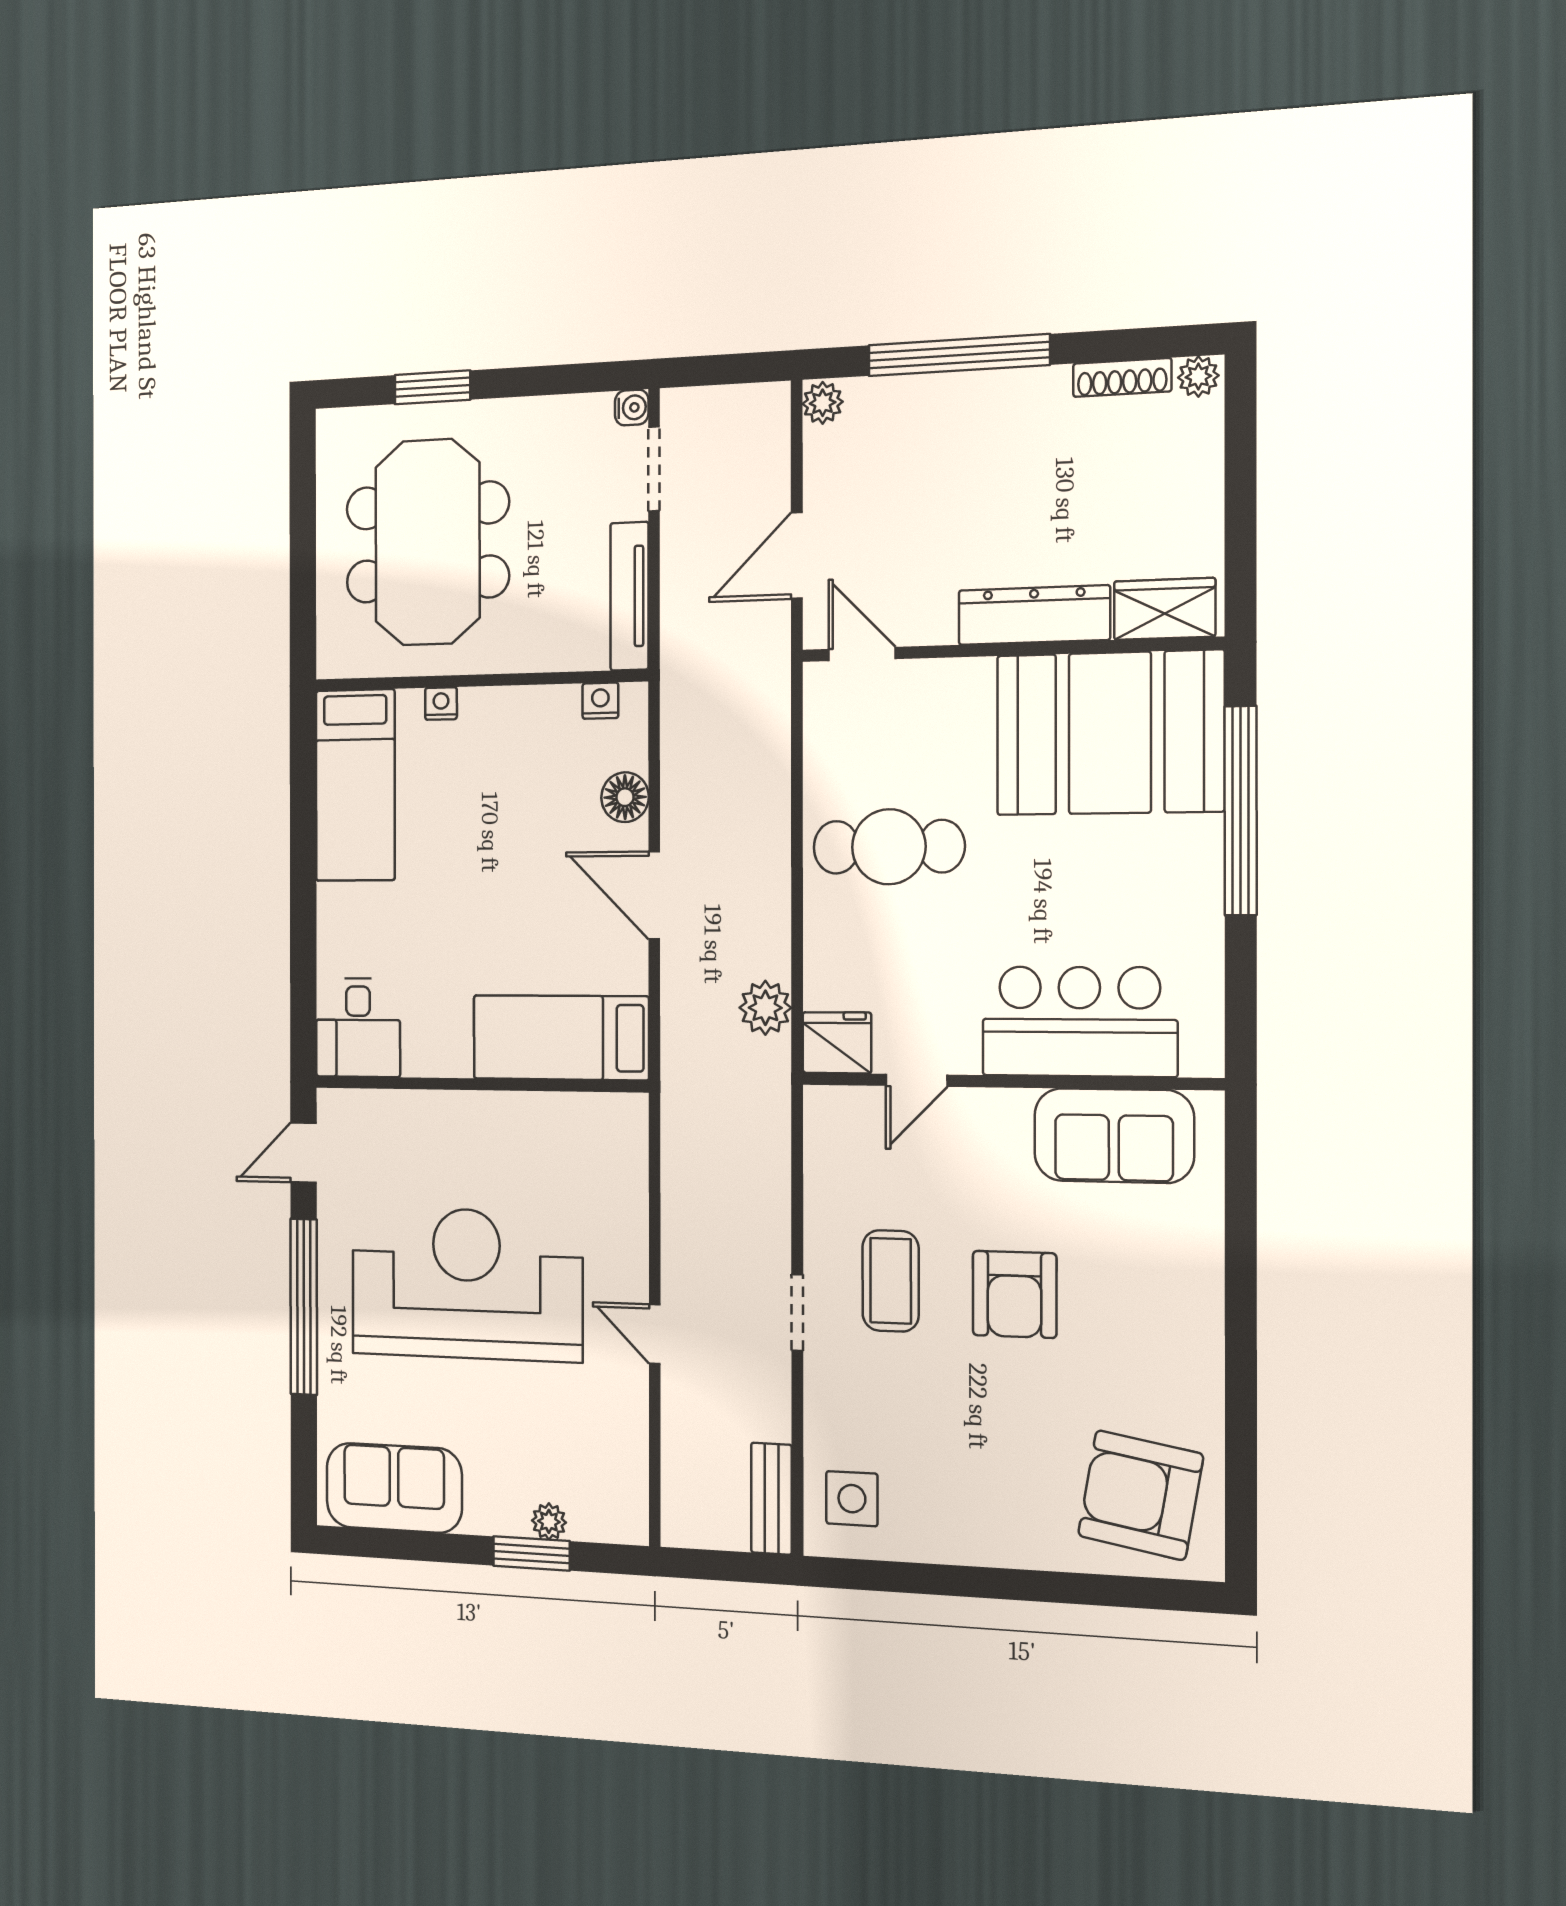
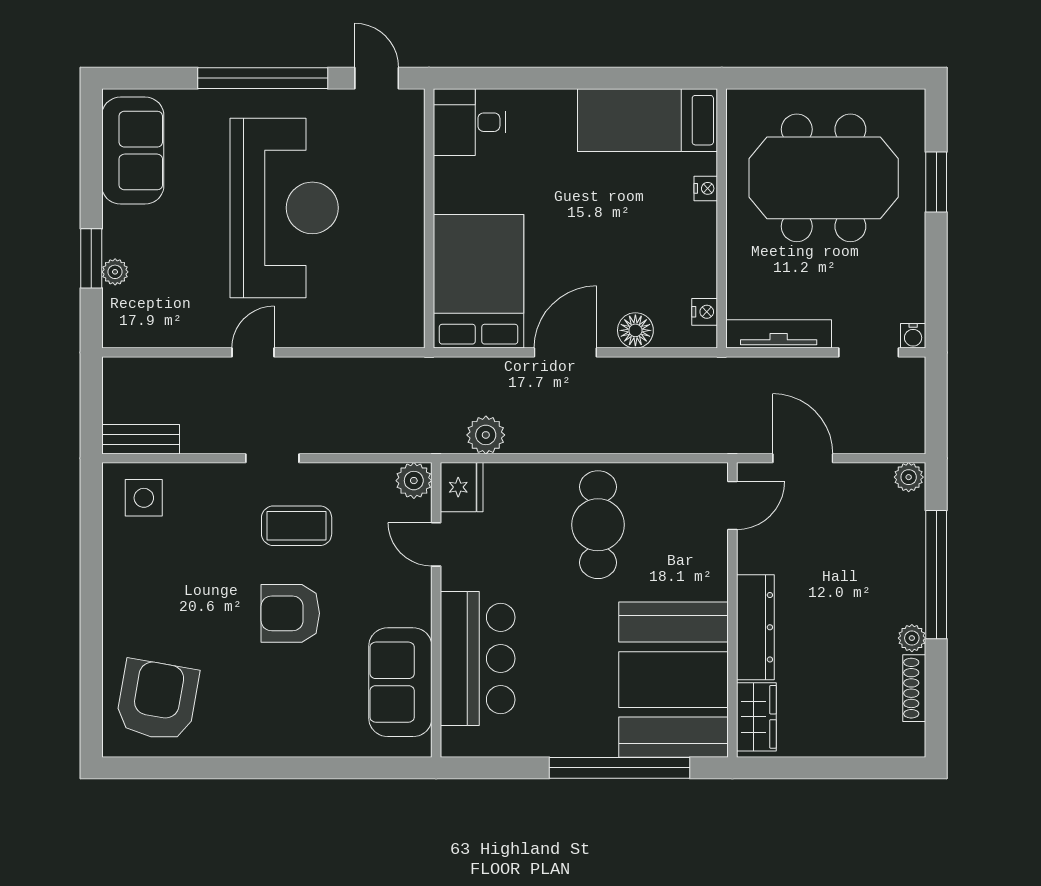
plant: (1198, 377) -> (912, 638), moved
bed: (561, 1038) -> (478, 281), width x1.50
plant: (828, 1111) -> (414, 481), added

